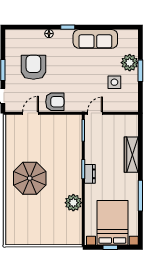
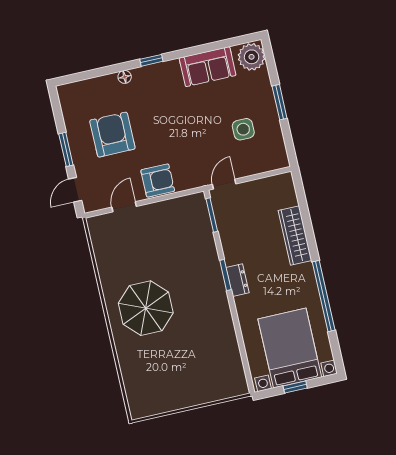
sofa: (95, 39) -> (208, 67), width x0.73
plant: (130, 63) -> (252, 57), moved
window: (140, 196) -> (324, 296), width x1.46
plant: (73, 203) -> (222, 331), removed

